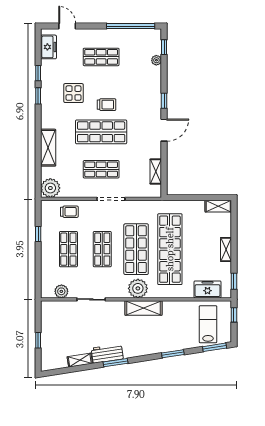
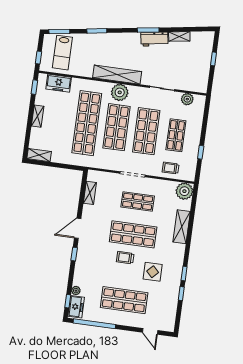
freezer: (49, 47) -> (76, 307), moved, turned 180
shop shelf: (101, 57) -> (124, 300), width x1.43, depth x1.36
shop shelf: (102, 249) -> (146, 131), width x1.43, depth x1.36
shelving: (143, 308) -> (117, 75), width x1.47

